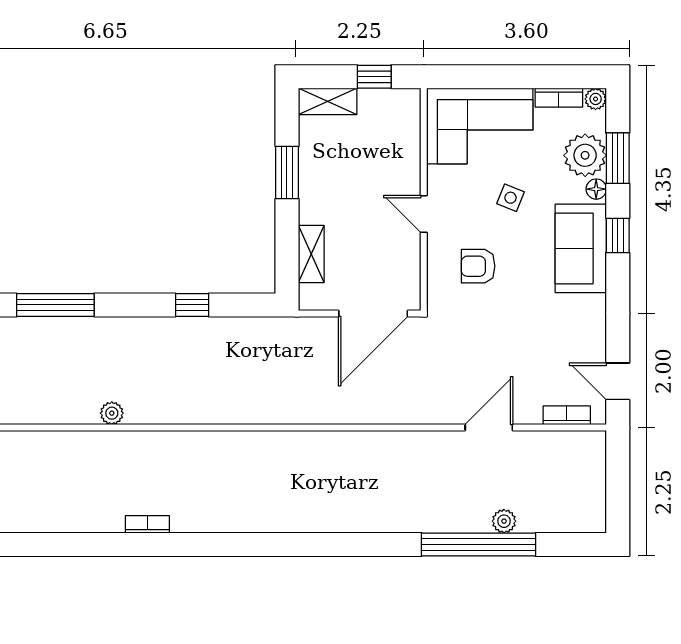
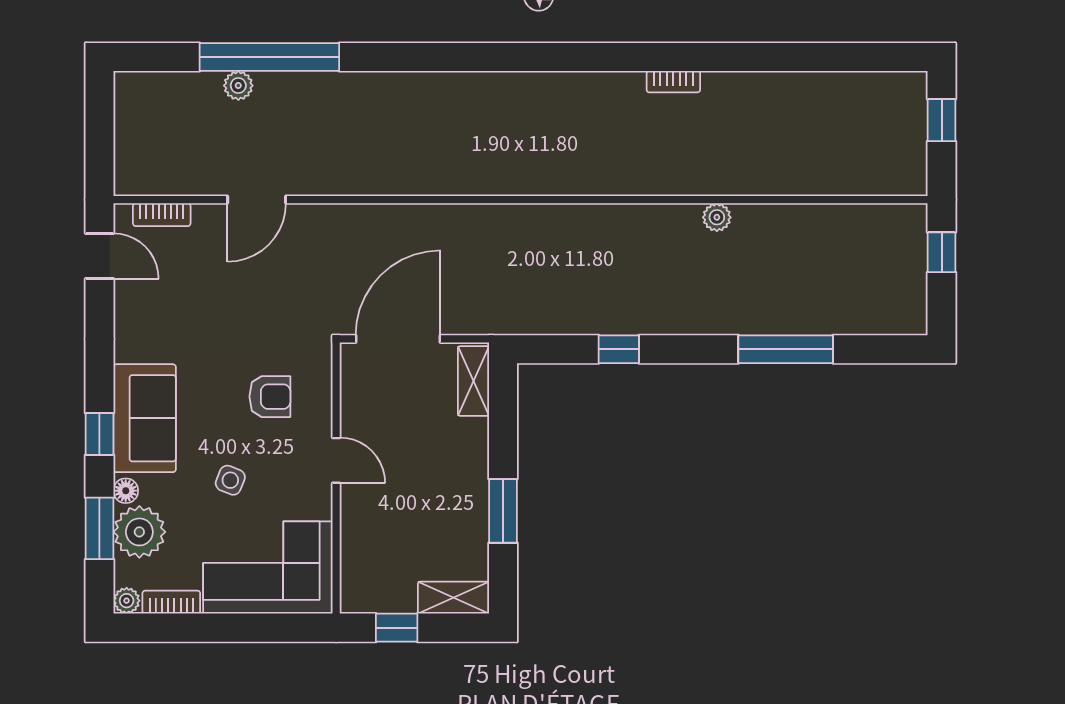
shelving: (311, 254) -> (473, 381), moved

